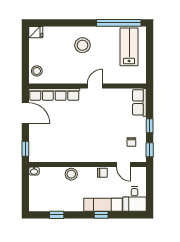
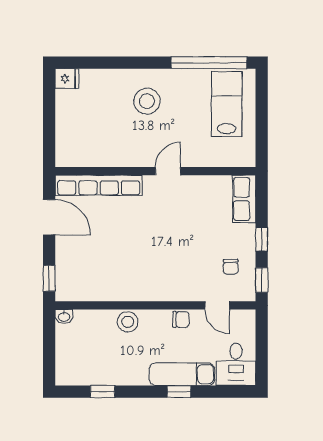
stool: (37, 71) -> (69, 145), removed

